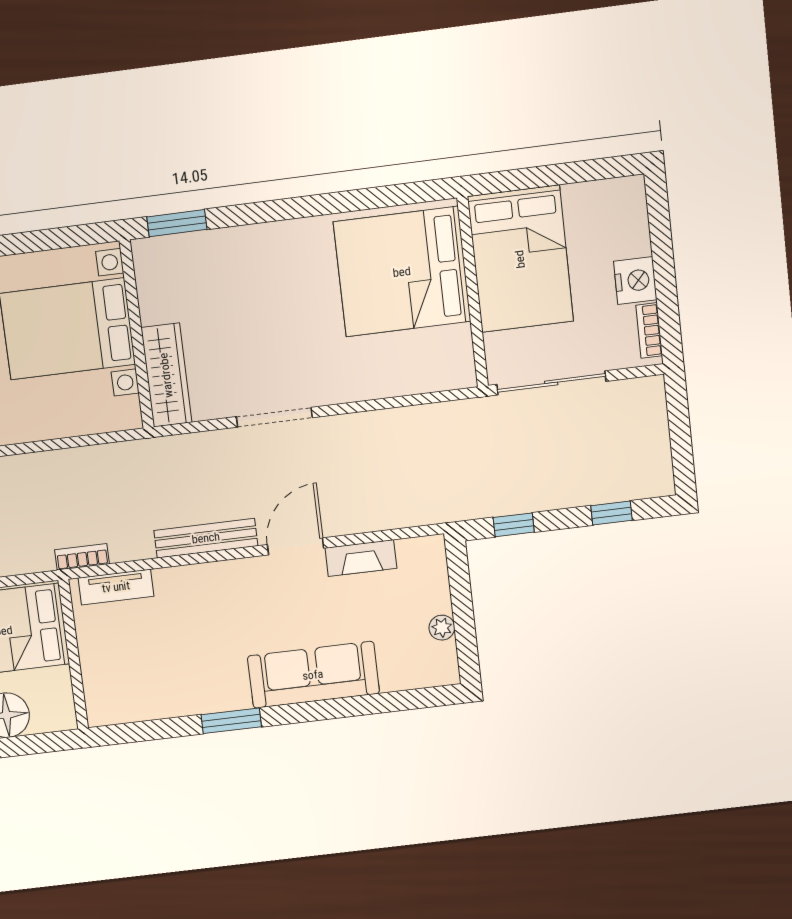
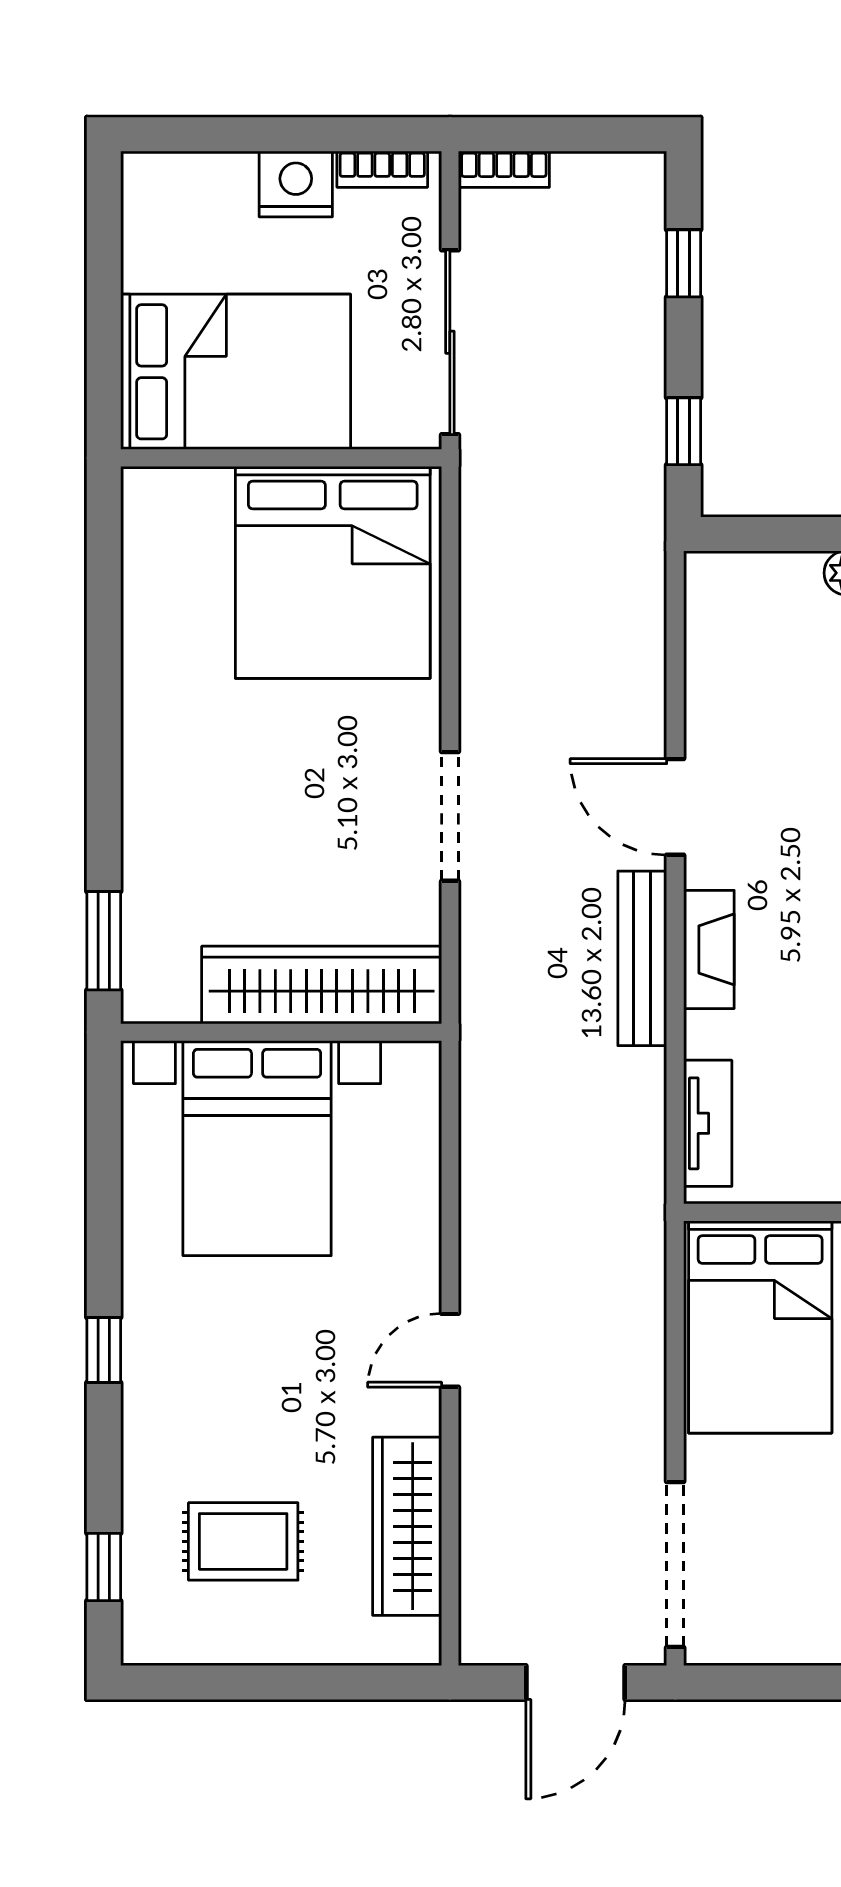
bed: (402, 272) -> (333, 572), moved
wardrobe: (166, 375) -> (322, 985), width x1.40, depth x1.17
bookcase: (82, 557) -> (504, 169), moved, turned -90
fireplace: (361, 558) -> (709, 949), moved

